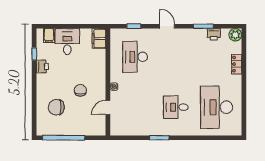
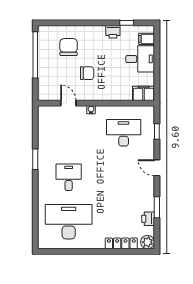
door: (167, 26) -> (157, 168), swing flipped
locker: (237, 64) -> (121, 243), width x1.53

